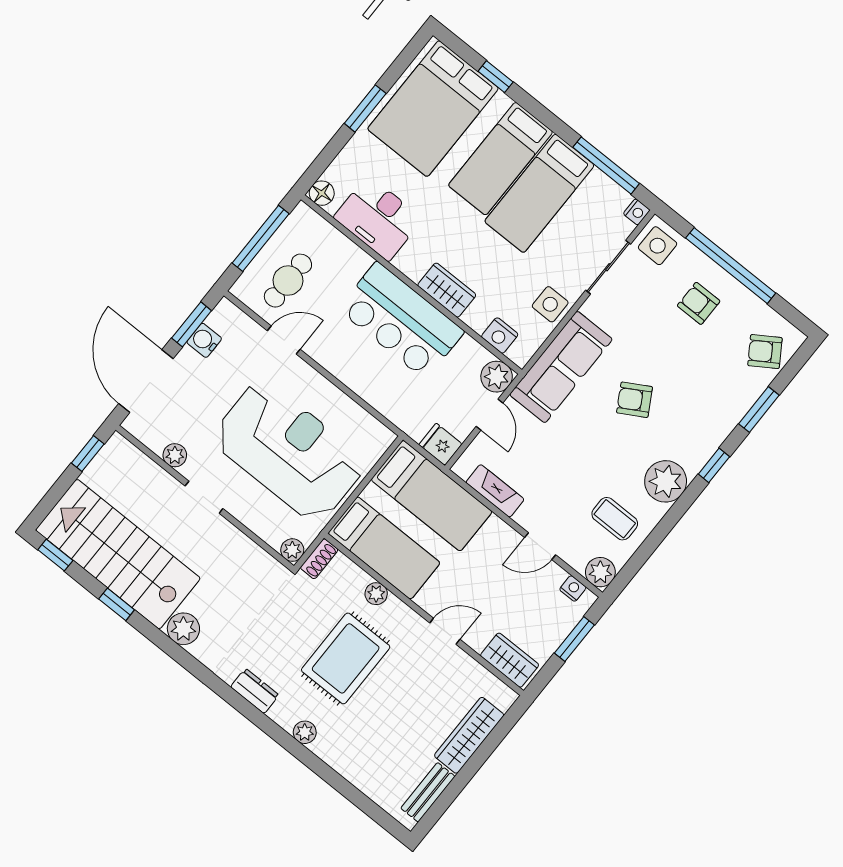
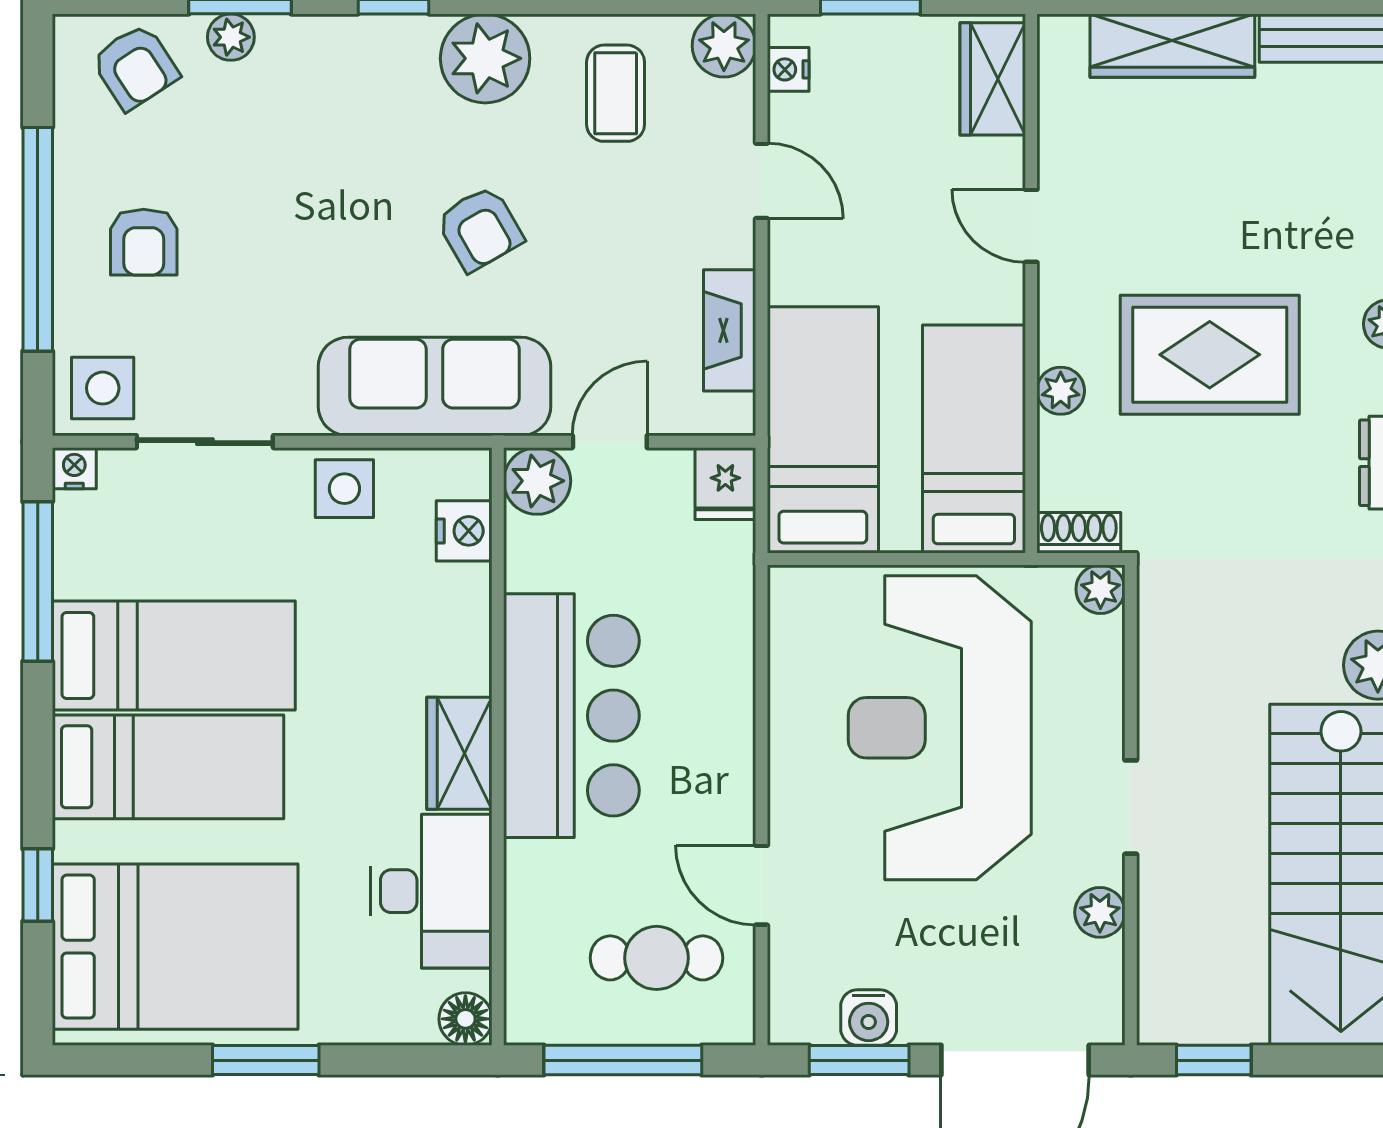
wardrobe: (447, 290) -> (459, 753), moved
plant: (748, 395) -> (231, 37), added
armchair: (635, 400) -> (480, 229), moved

